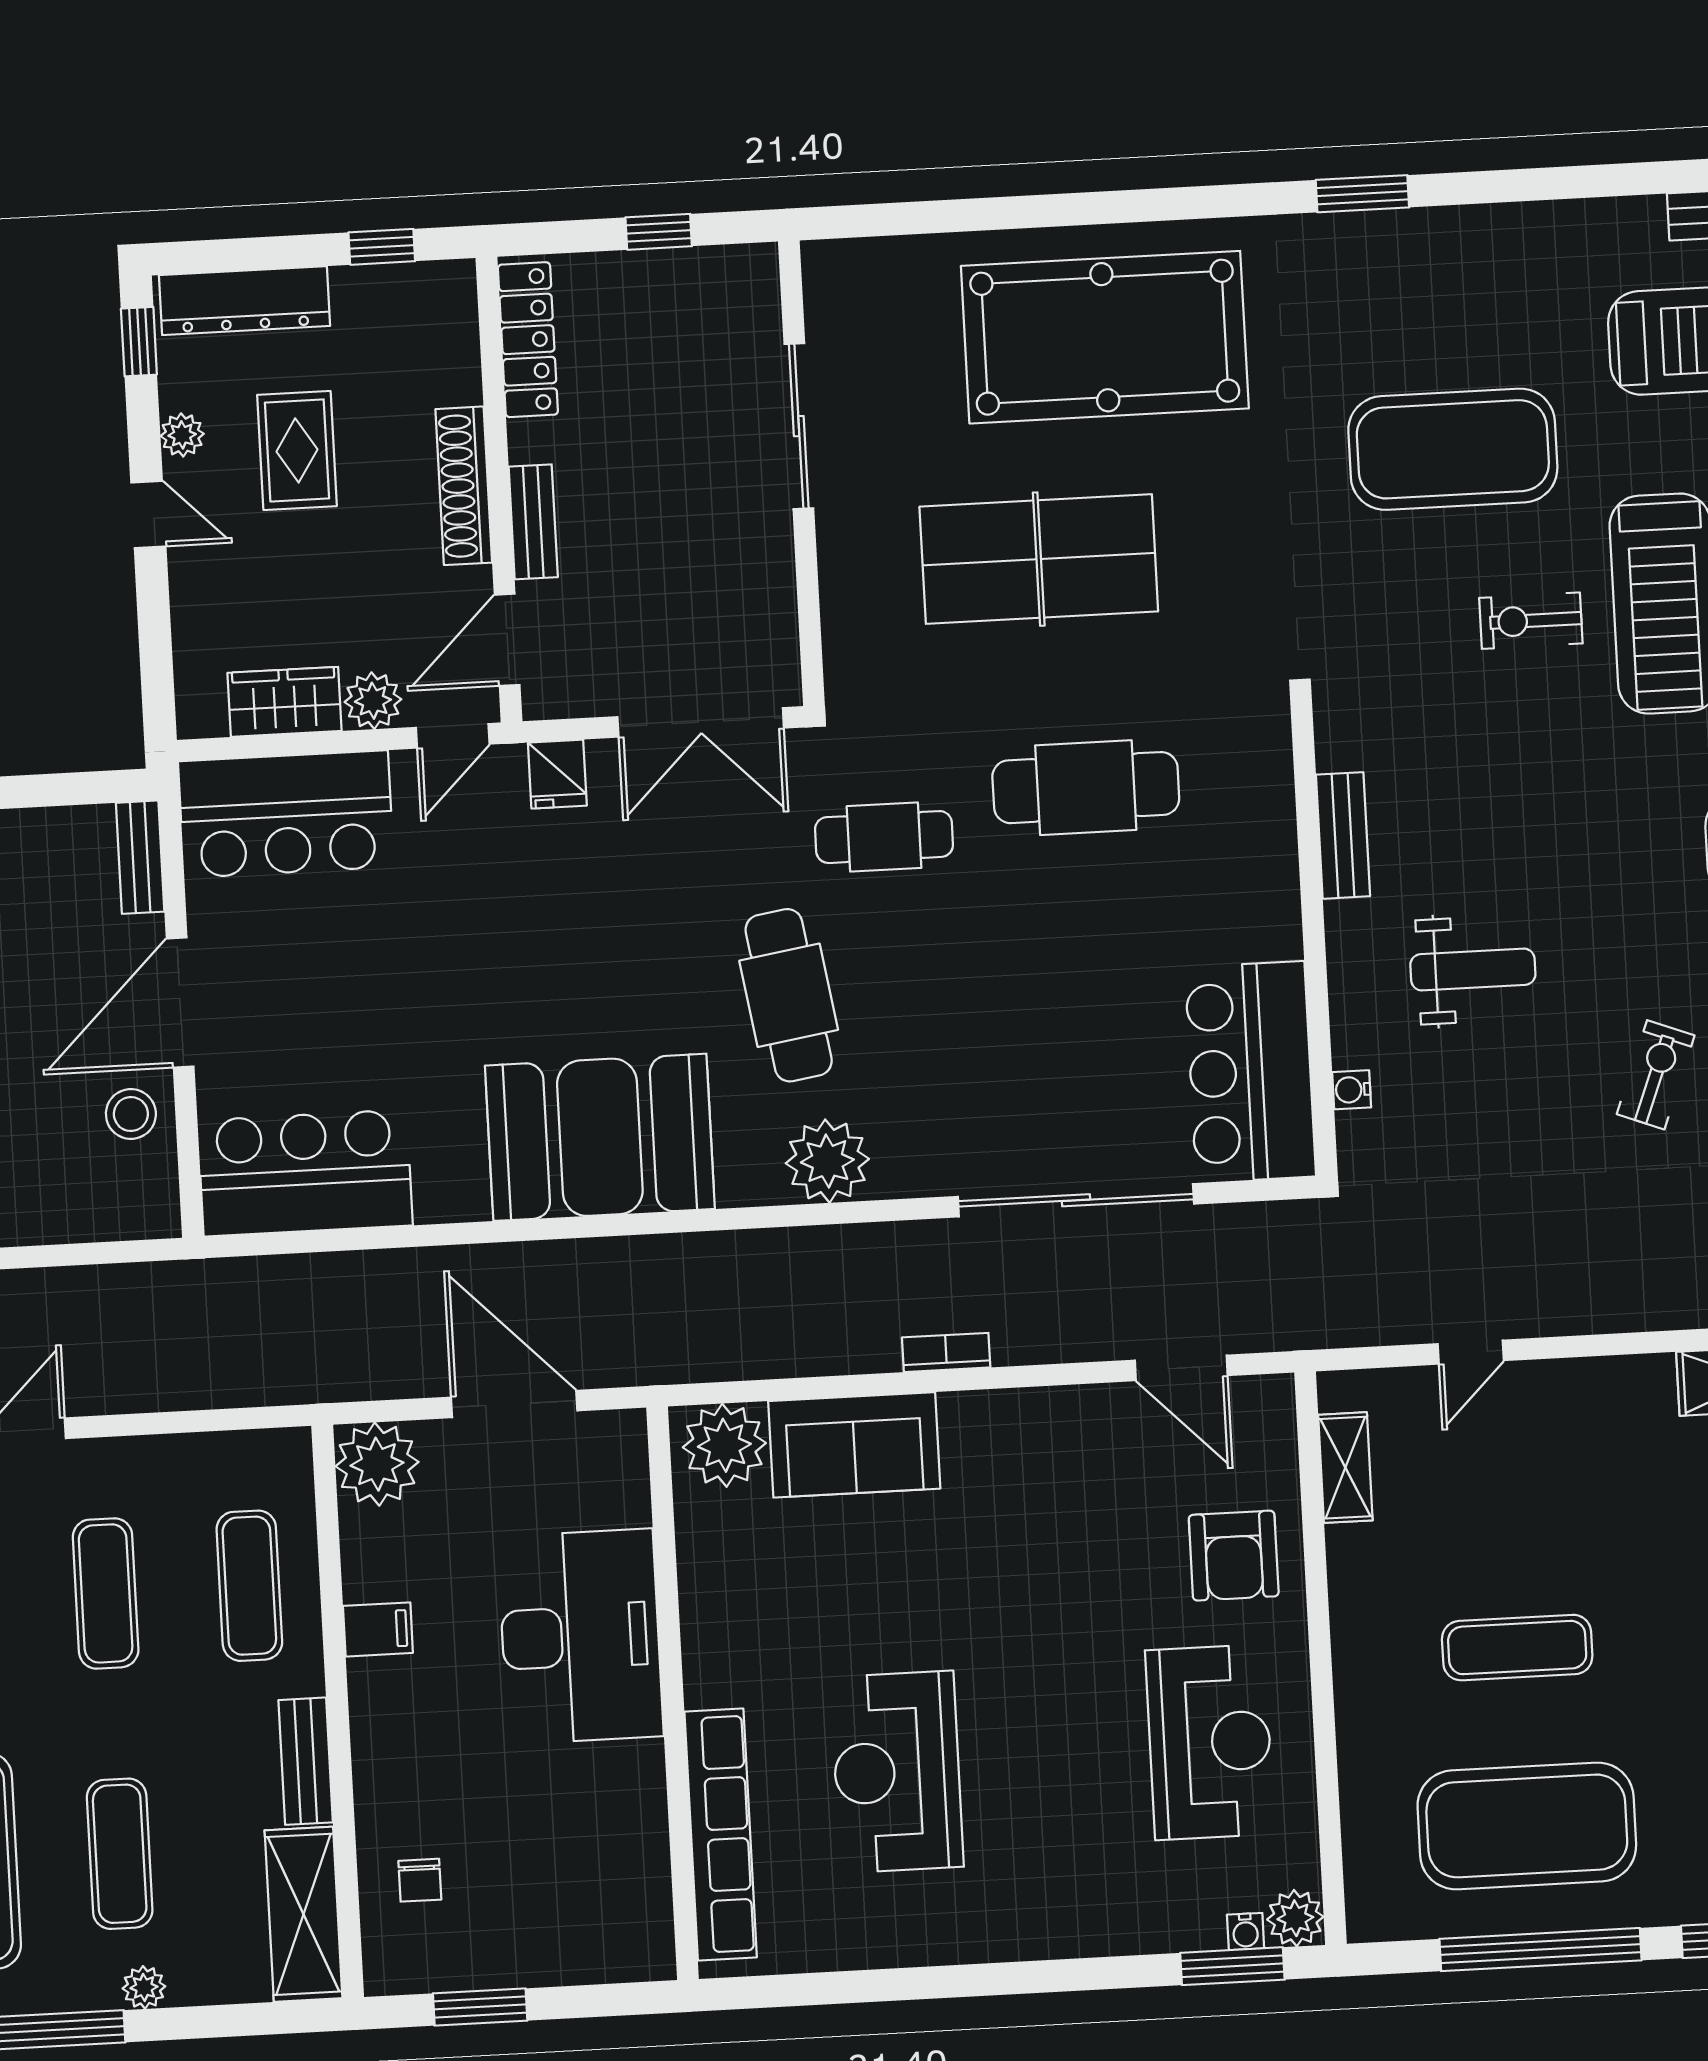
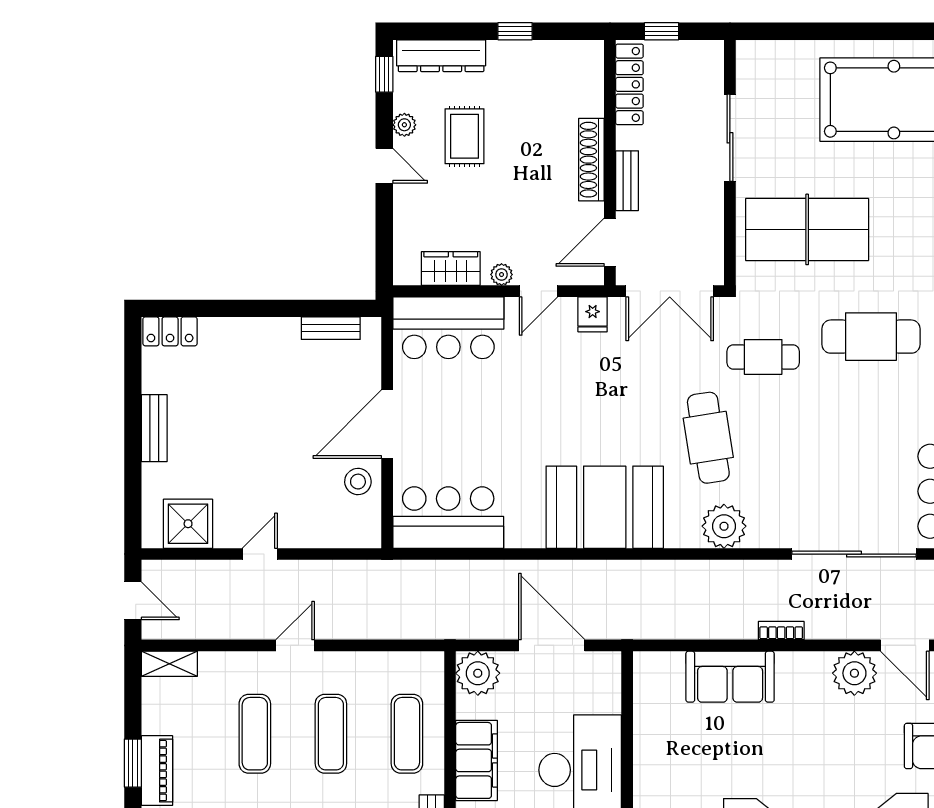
locker: (528, 340) -> (629, 84), moved
shoe rack: (464, 486) -> (591, 160), moved
wall: (499, 490) -> (610, 163), moved
bench: (533, 522) -> (627, 181), moved
table tennis table: (1039, 559) -> (807, 229), moved
door: (507, 640) -> (610, 242), moved
plant: (373, 701) -> (502, 275), width x0.73, depth x0.73
bench: (140, 857) -> (331, 328), moved, turned 90
plant: (724, 1445) -> (854, 673), moved
filing cabinet: (378, 1629) -> (476, 760), width x3.00, depth x1.17

